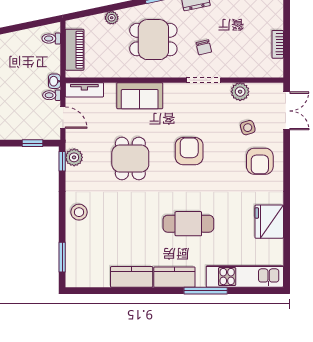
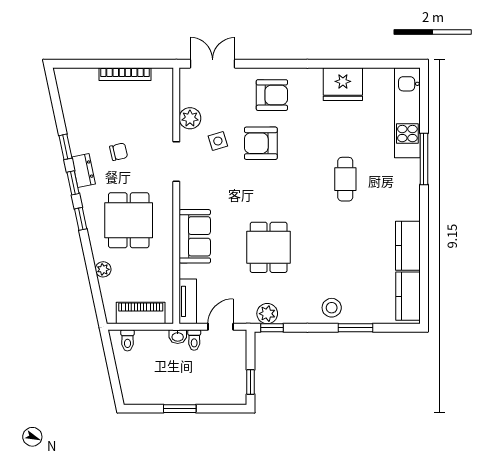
bookcase: (278, 44) -> (125, 74), width x1.56
chair: (204, 47) -> (119, 152), moved
side table: (248, 128) -> (218, 141), moved
window: (32, 143) -> (251, 382), moved
armchair: (189, 151) -> (261, 143), moved
dining table: (130, 159) -> (269, 247), turned 90
cafe table: (188, 224) -> (345, 179), width x0.73, depth x0.74
window: (62, 257) -> (355, 328), moved
kitchen counter: (174, 277) -> (408, 296), moved

